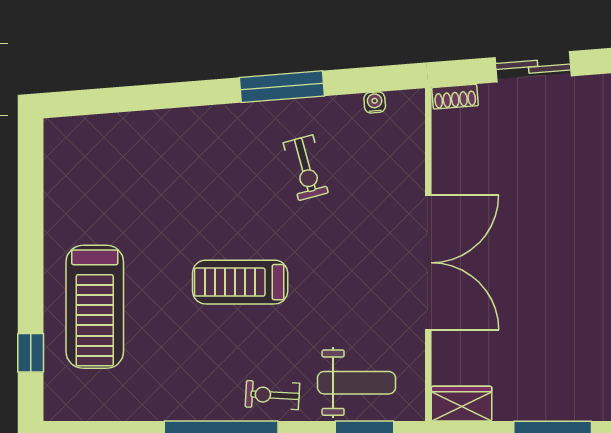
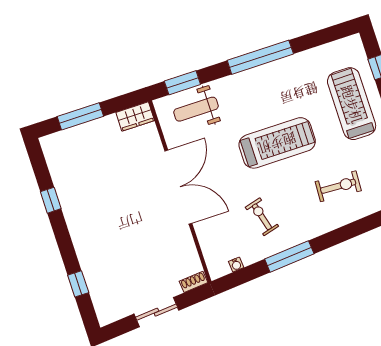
double door: (428, 263) -> (178, 187), swing flipped
treadmill: (240, 282) -> (277, 143), width x1.37, depth x1.37
exercise bike: (272, 395) -> (338, 186), moved, width x1.38, depth x1.39

